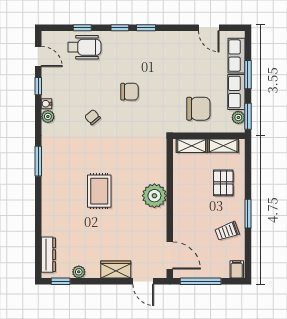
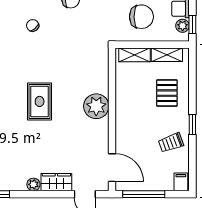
window: (248, 116) -> (192, 24), width x0.67
window: (248, 214) -> (192, 125), width x0.67
plant: (79, 272) -> (33, 184), moved

